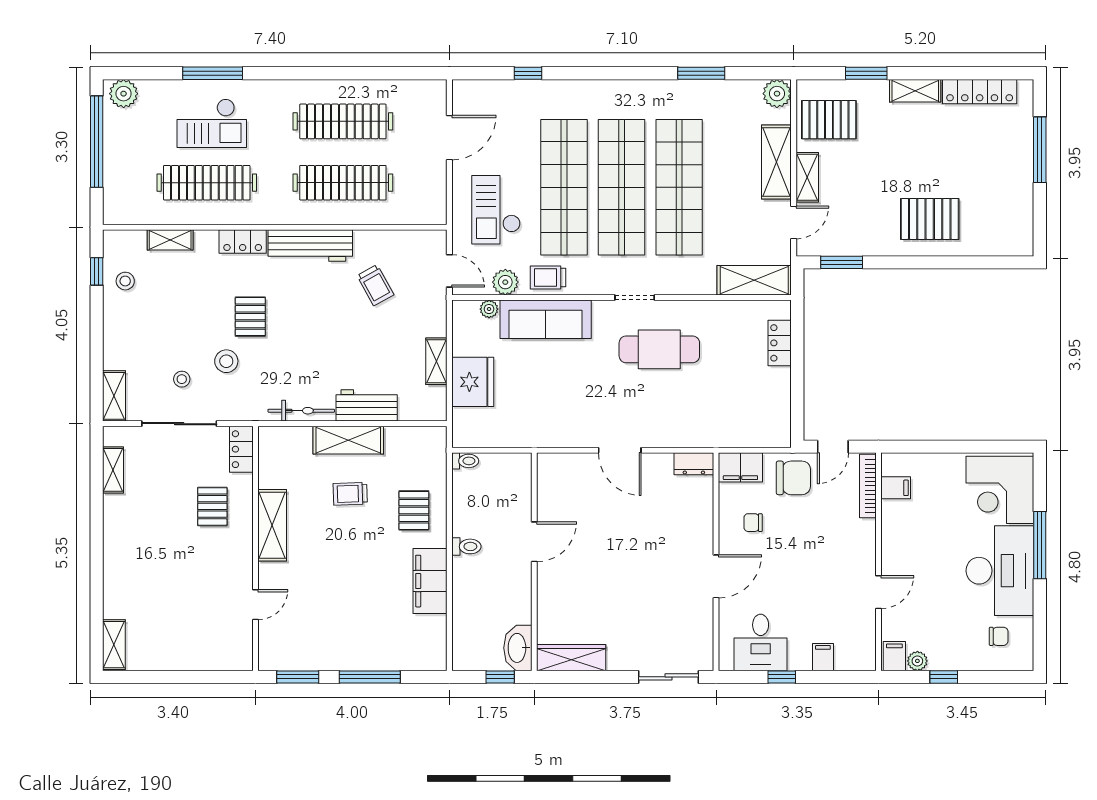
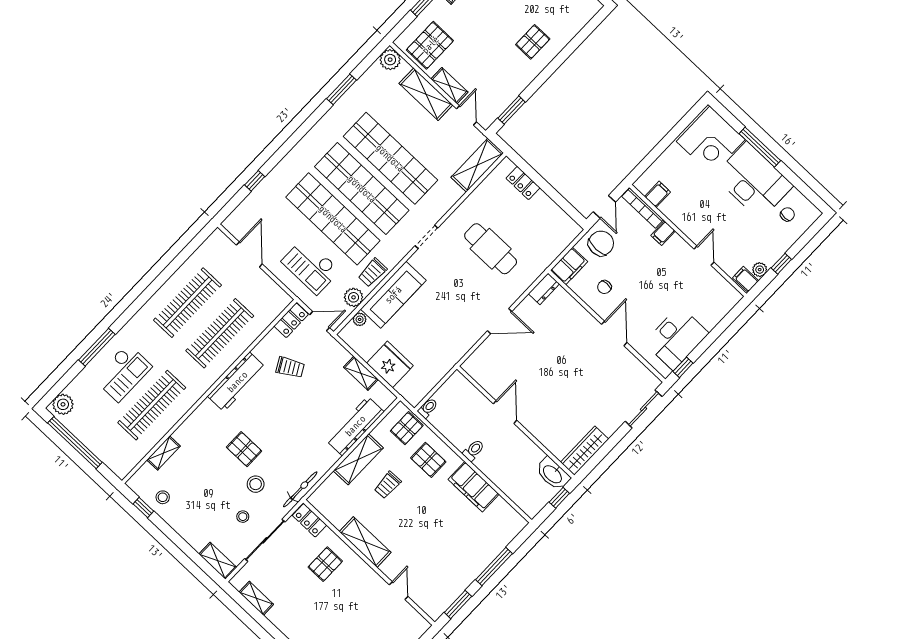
pallet: (930, 219) -> (533, 42), width x0.67, depth x0.71
locker: (243, 242) -> (291, 320), moved
cafe table: (659, 349) -> (491, 249), moved, turned 90
workbench: (367, 405) -> (355, 426), width x1.38
bicycle: (301, 411) -> (300, 489), moved
pallet: (425, 459) -> (407, 428), added
pallet: (212, 506) -> (325, 564), turned 90
desk: (761, 642) -> (676, 338), width x1.37
filing cabinet: (823, 657) -> (663, 233), moved, turned -90
window: (782, 677) -> (683, 367), moved

